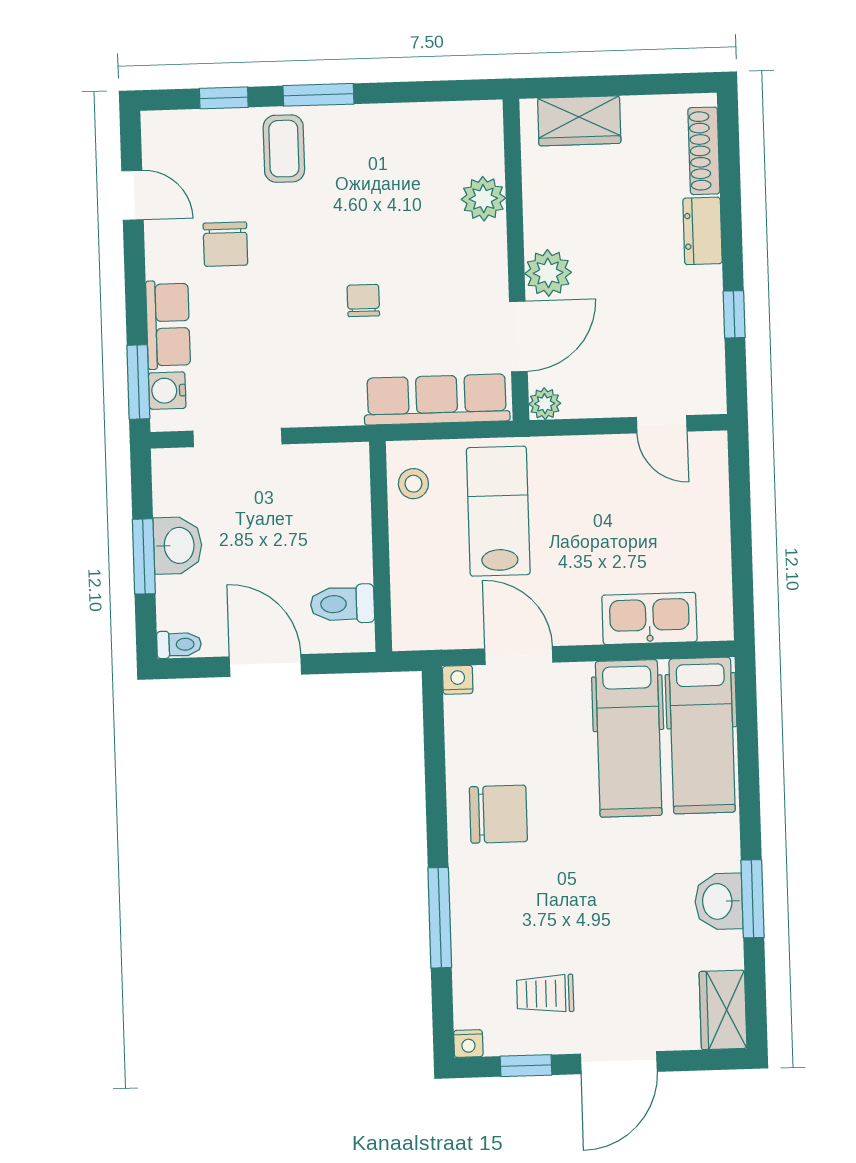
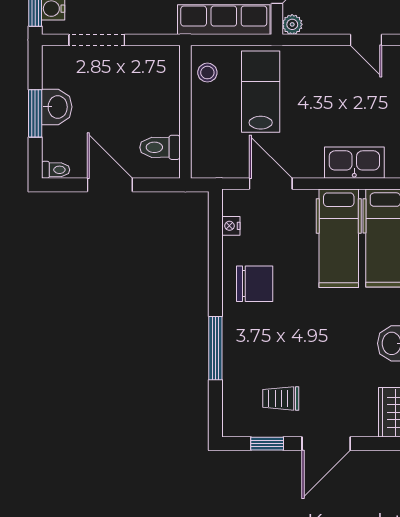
nightstand: (458, 680) -> (231, 226), moved, turned -90
nightstand: (468, 1044) -> (231, 429), removed

